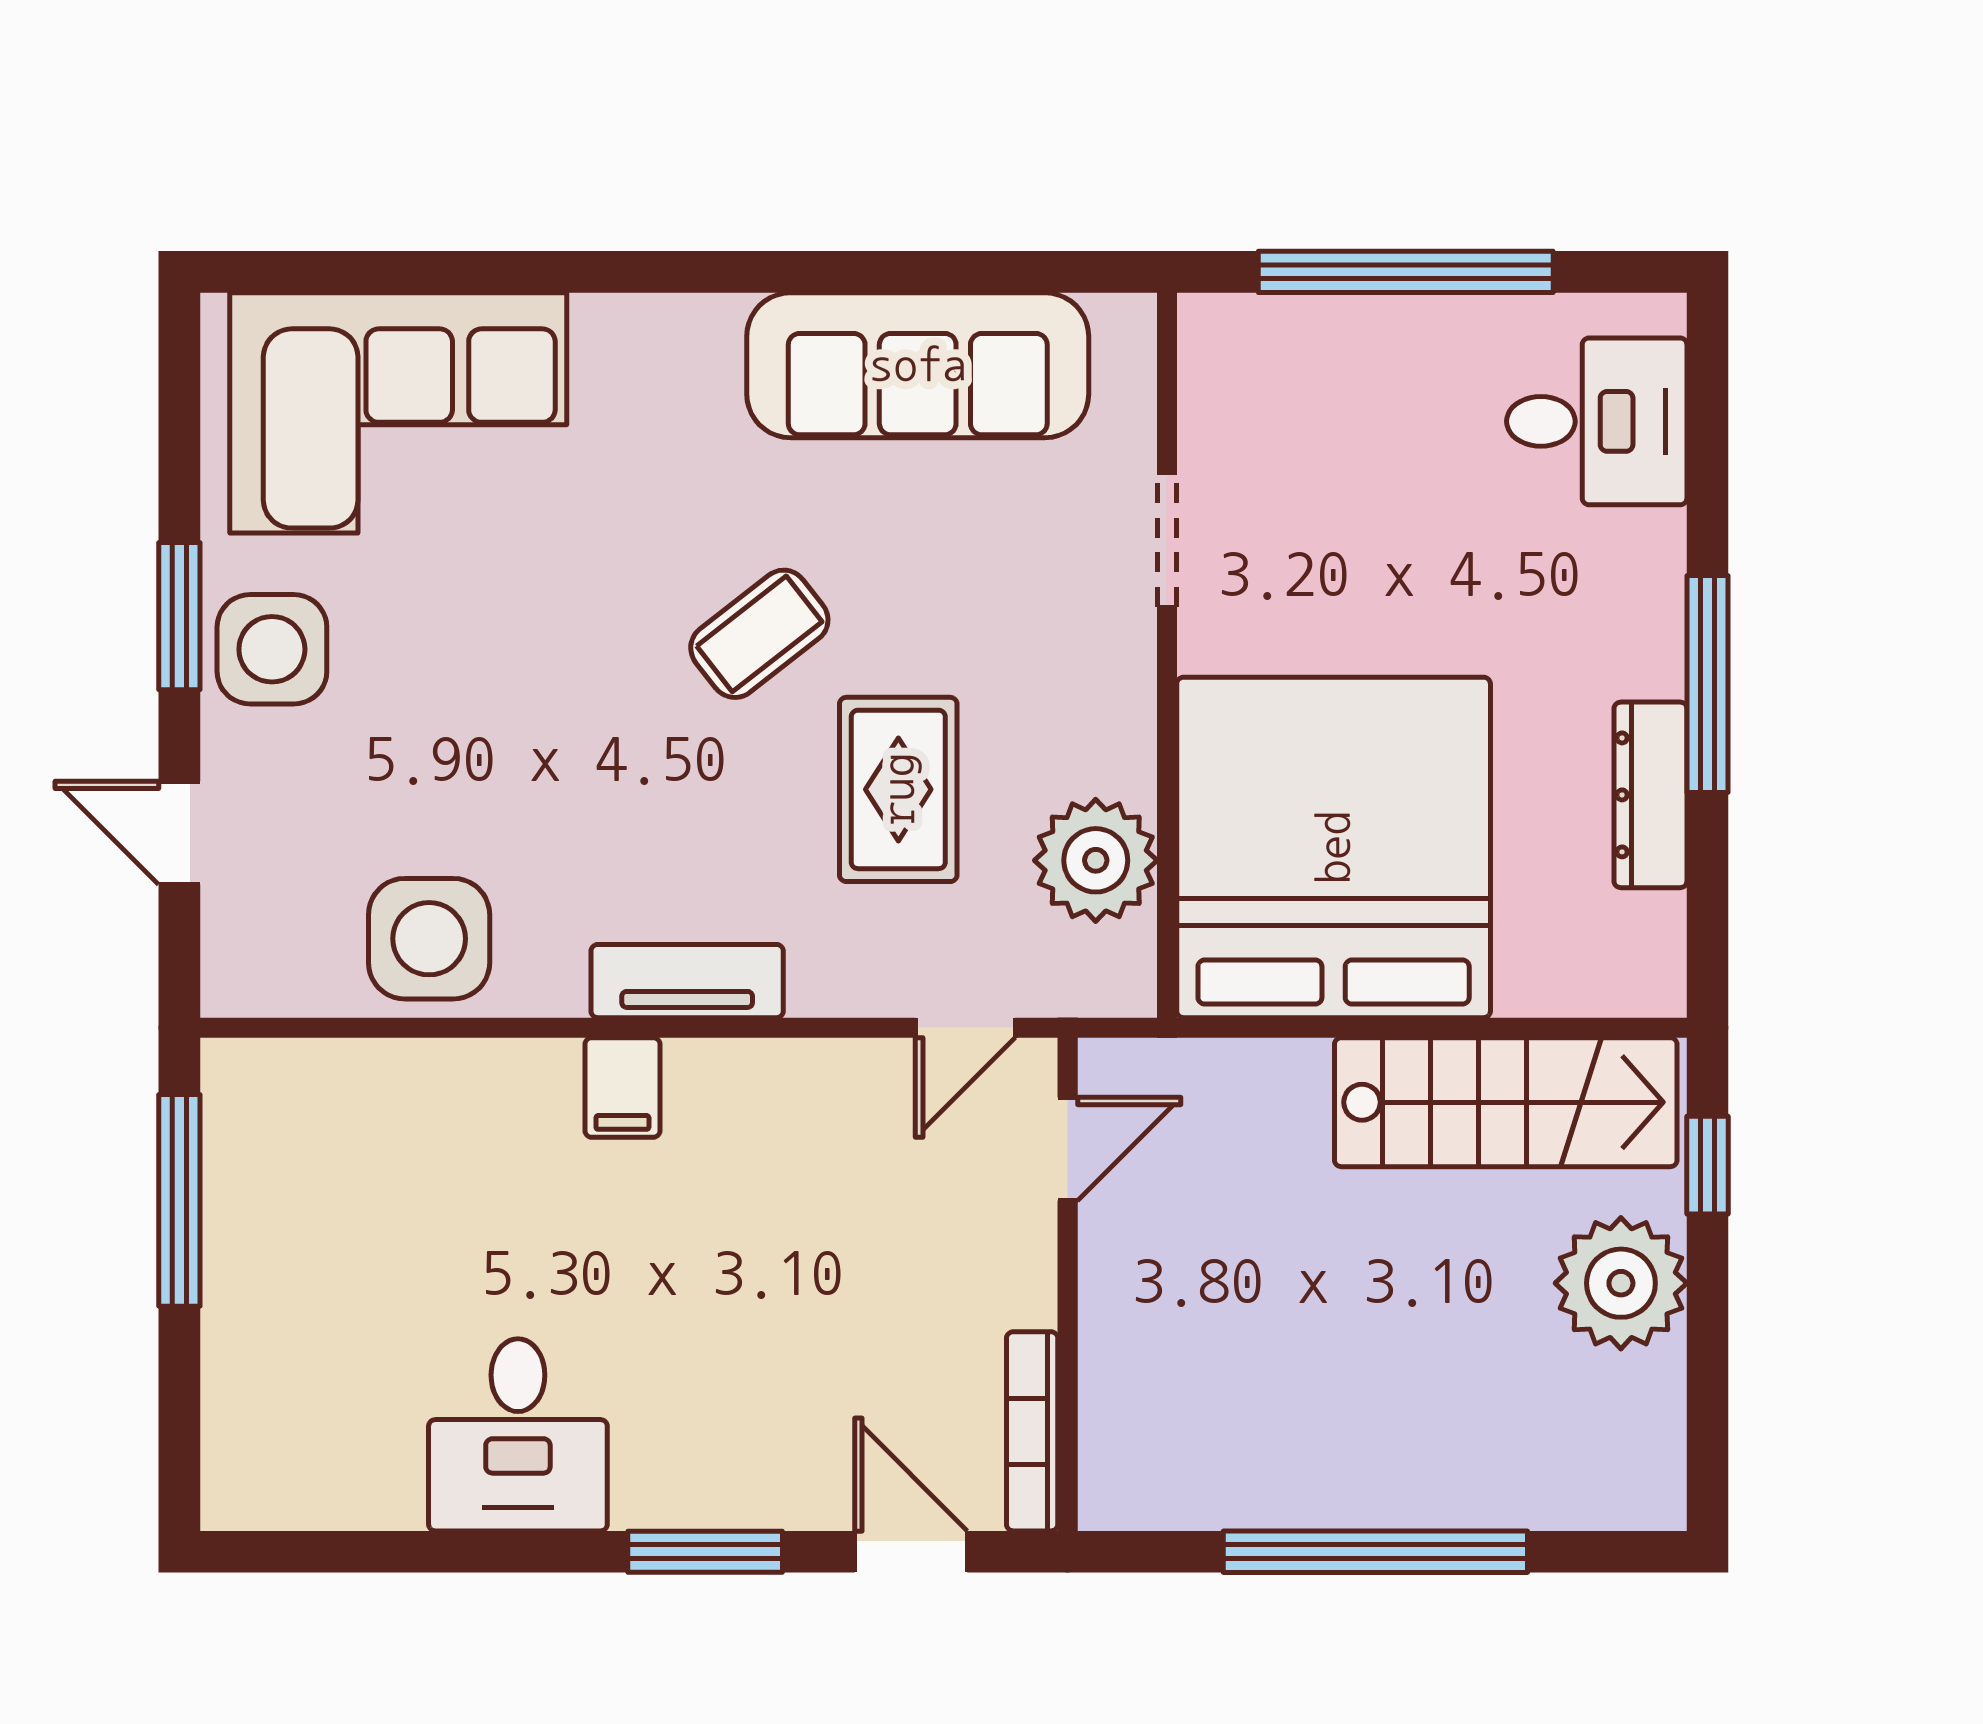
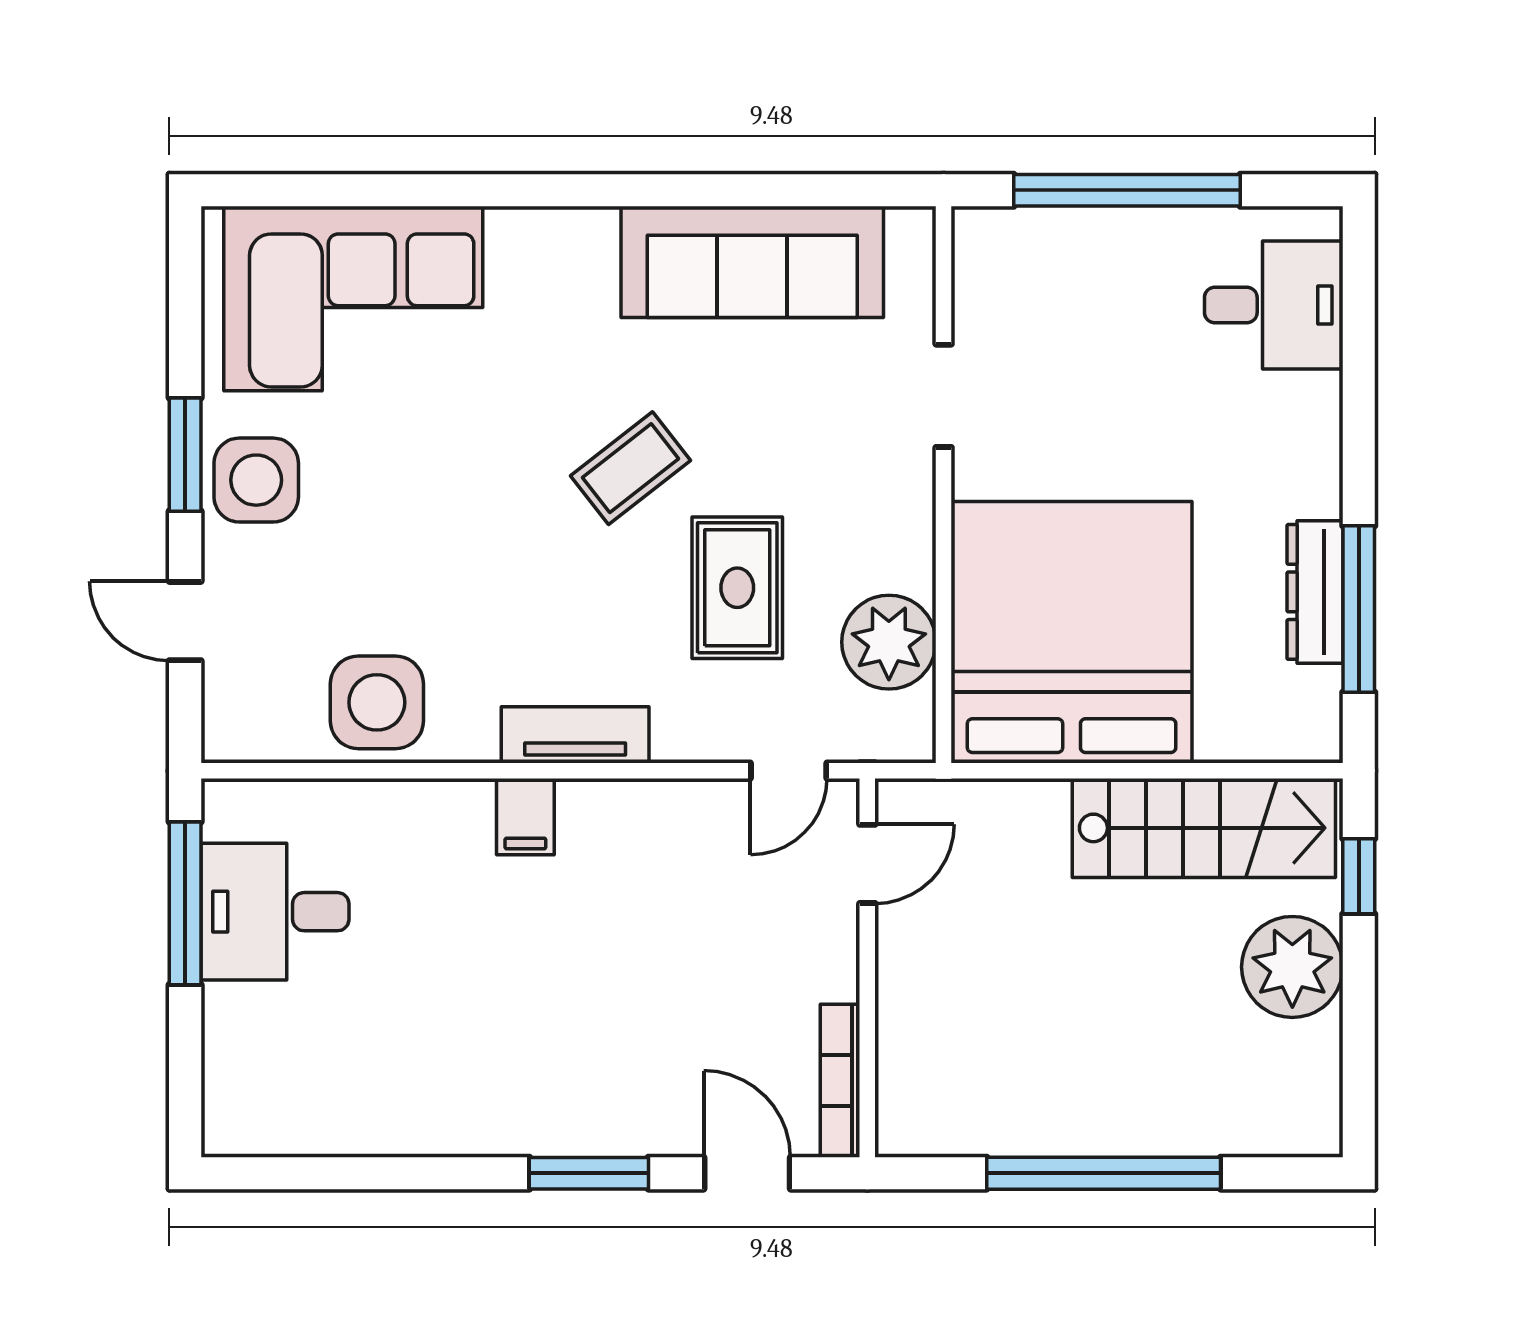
window: (1707, 684) -> (1359, 609), moved
desk: (518, 1435) -> (275, 912), moved, turned 90

